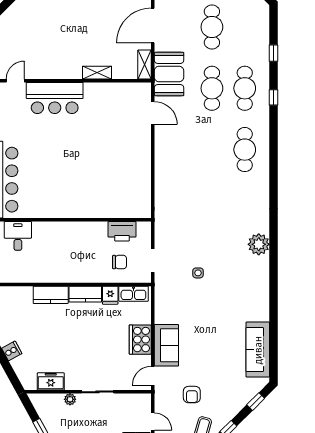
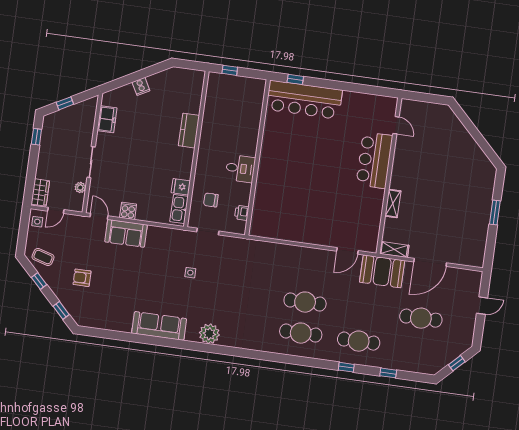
door: (153, 25) -> (430, 262), swing flipped
cafe table: (212, 88) -> (305, 302), moved
printer: (122, 231) -> (242, 213), width x0.53, depth x0.68
desk: (18, 236) -> (240, 168), moved
chair: (120, 262) -> (211, 200), turned 90
kitchen counter: (85, 294) -> (185, 163), removed
cooker: (140, 340) -> (128, 211), width x0.53, depth x0.76
sofa: (258, 350) -> (159, 326), moved
armchair: (192, 395) -> (82, 278), moved
plant: (70, 399) -> (80, 187), moved

